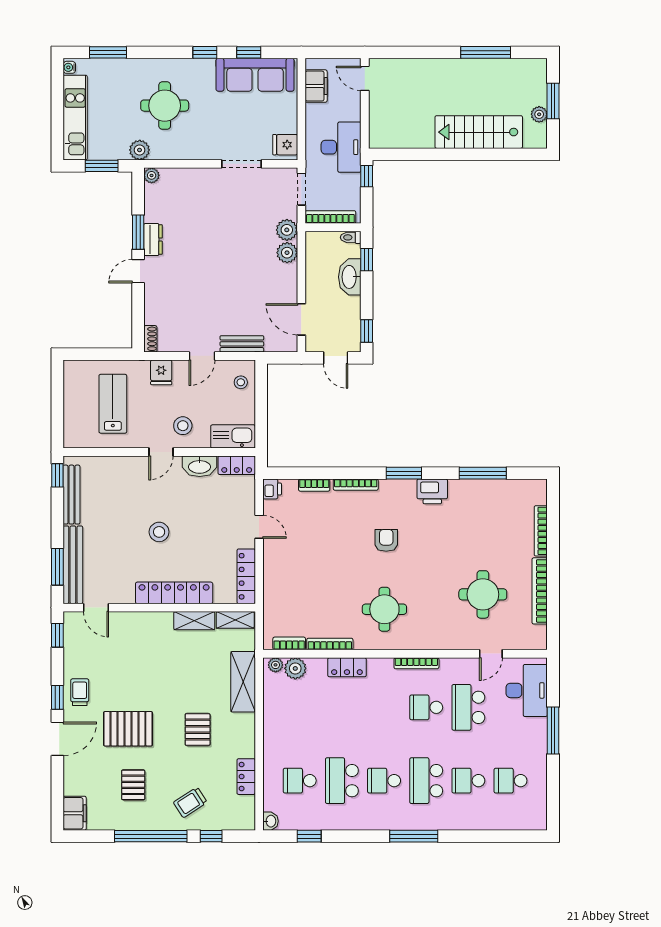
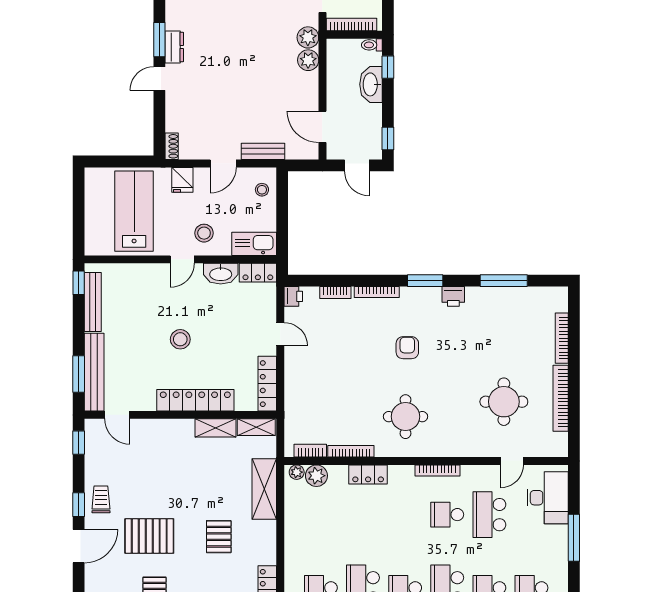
lab bench: (113, 404) -> (134, 211), width x1.36, depth x1.39
printer: (432, 491) -> (453, 296), width x0.73, depth x0.81

